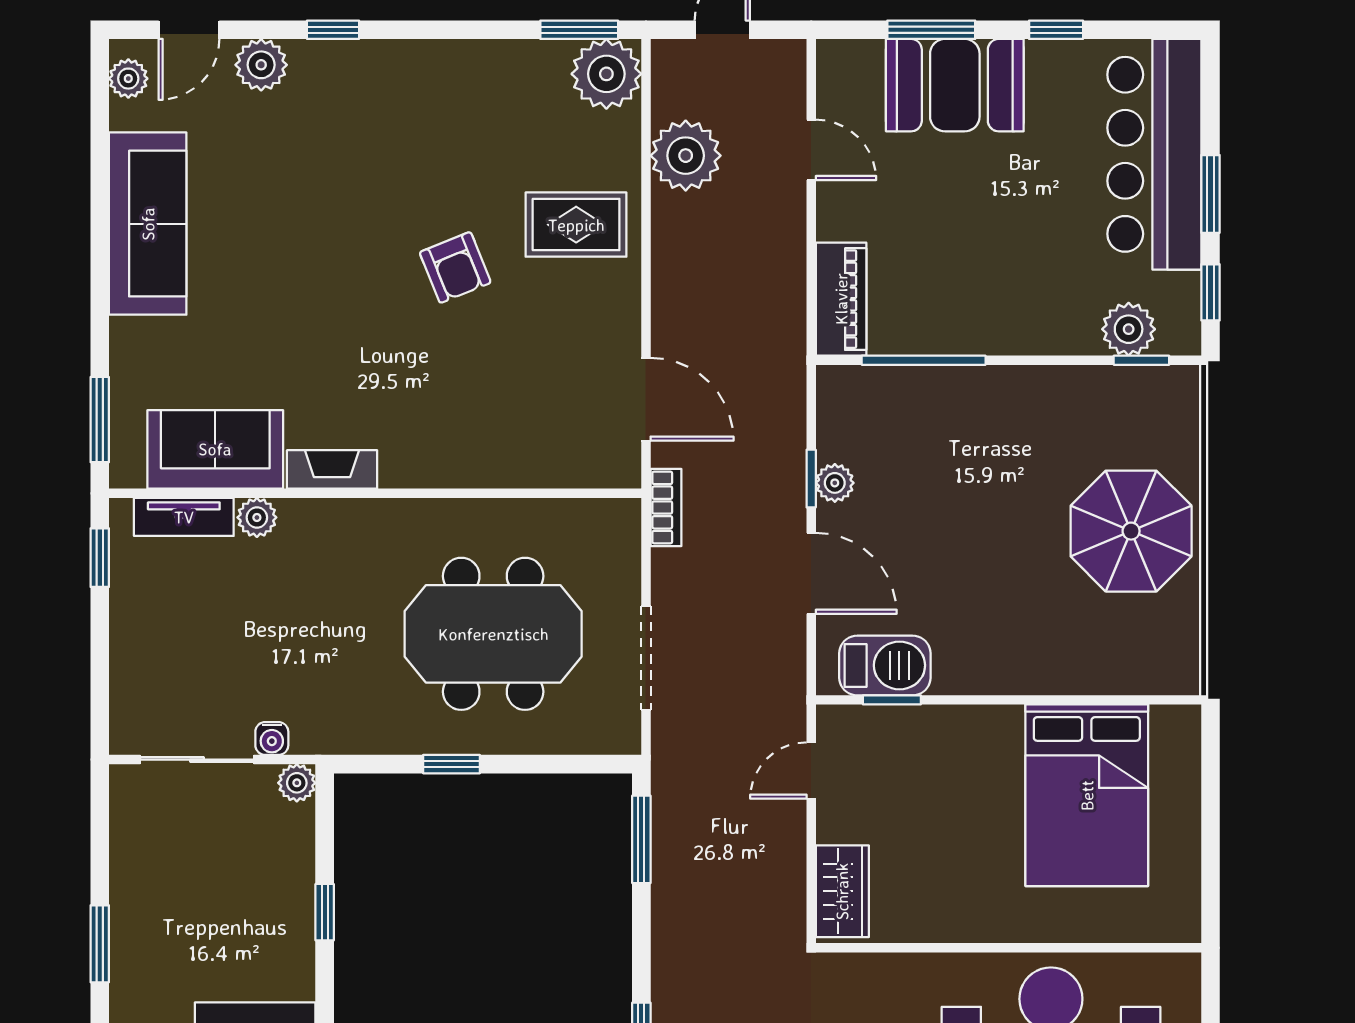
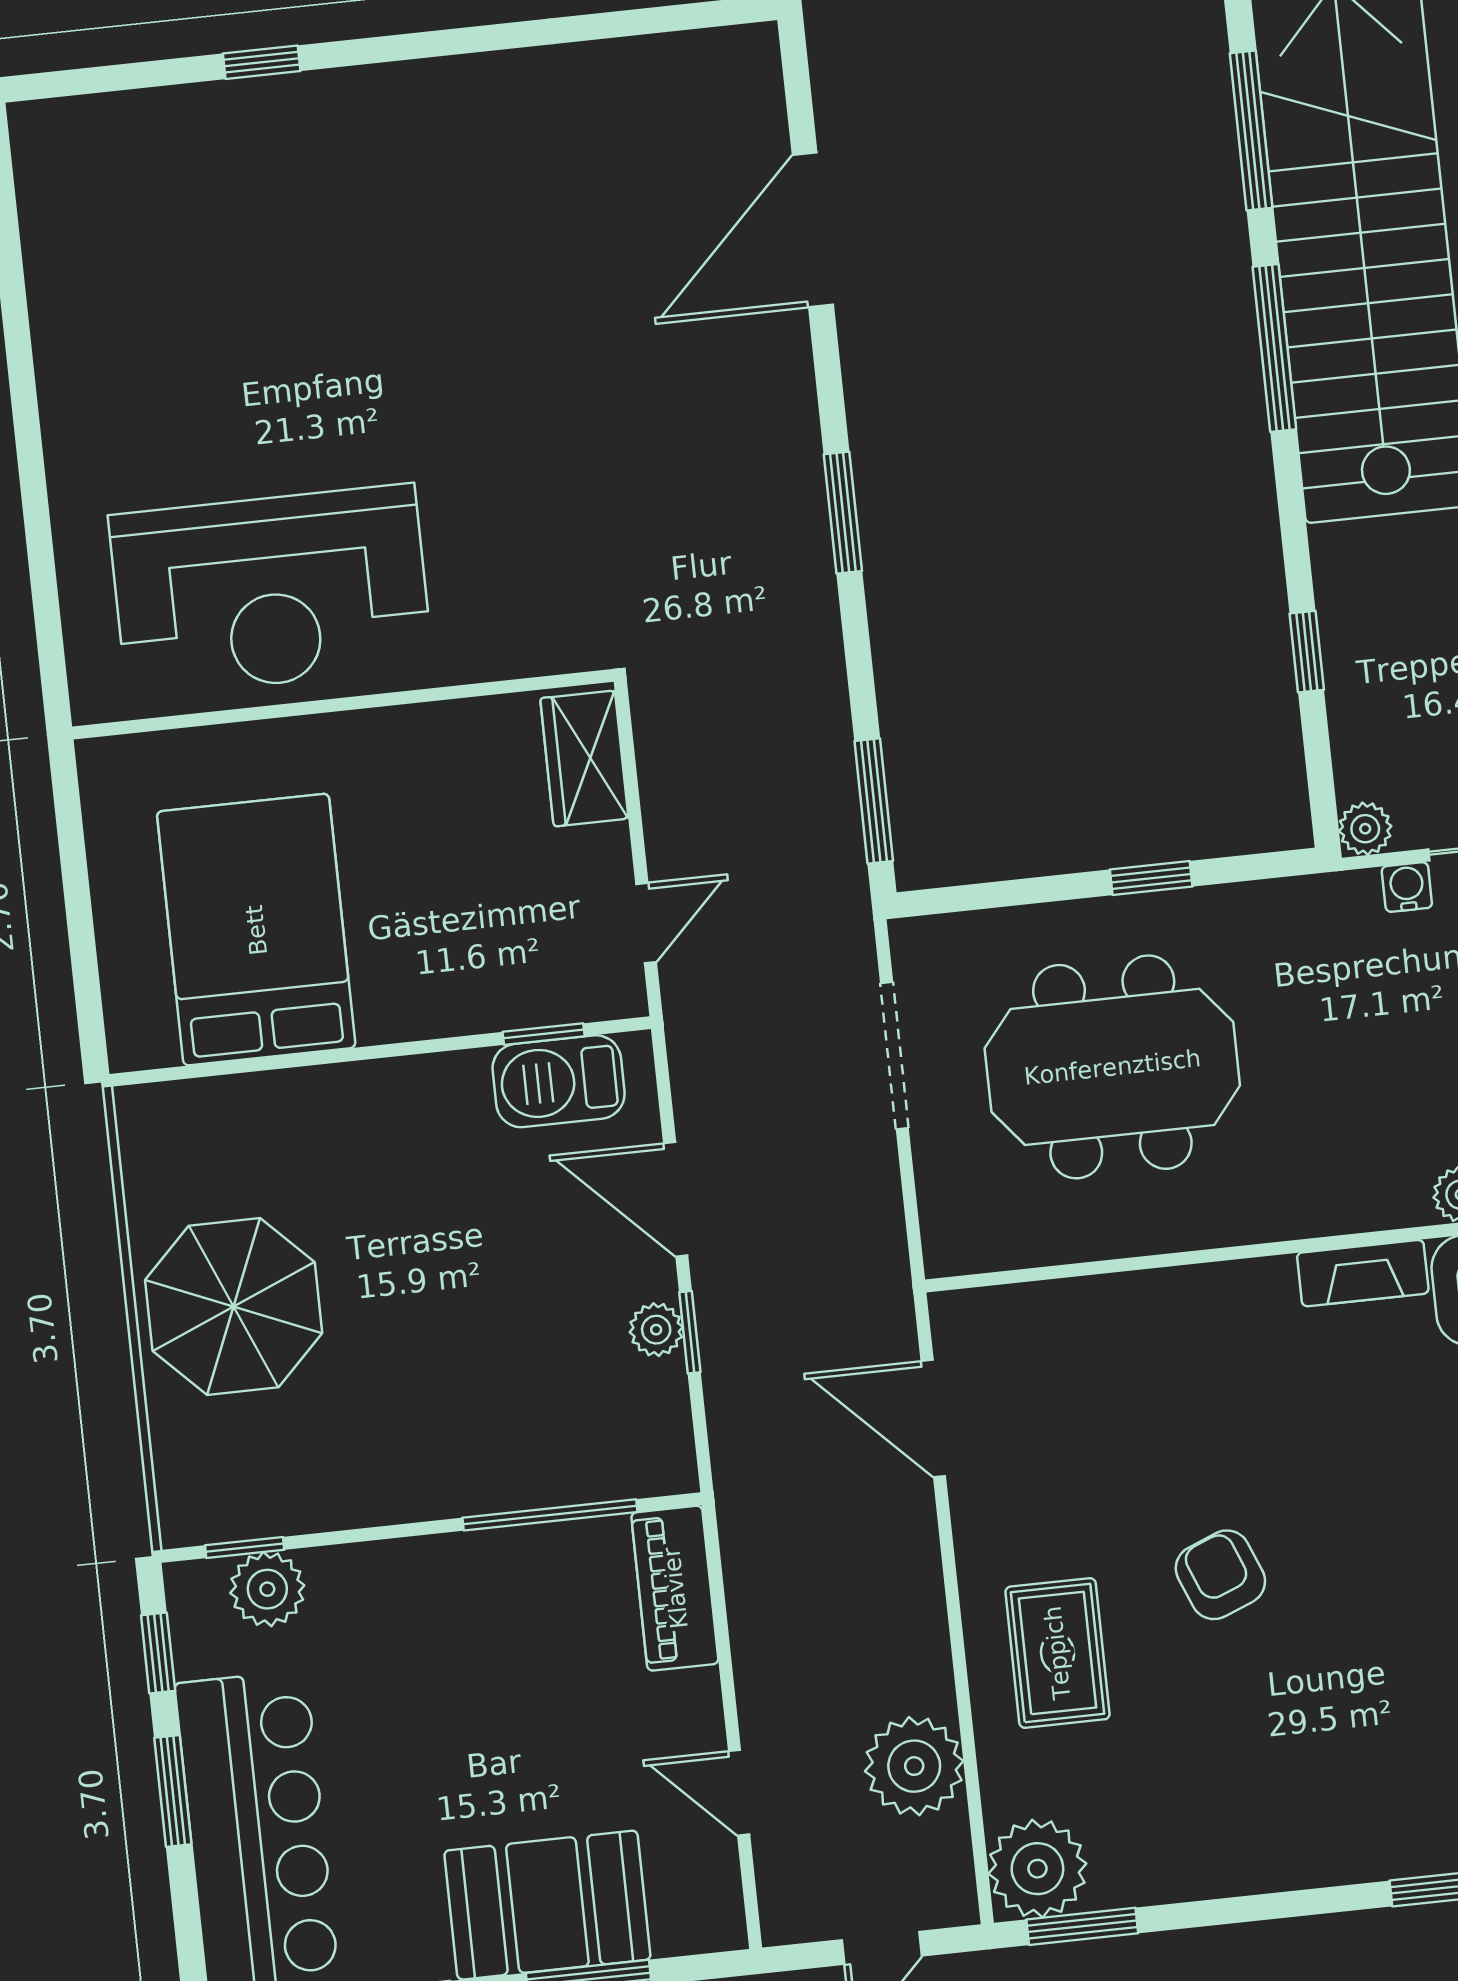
rug: (576, 225) -> (1057, 1653), turned 90
bookcase: (666, 507) -> (889, 1270), removed

